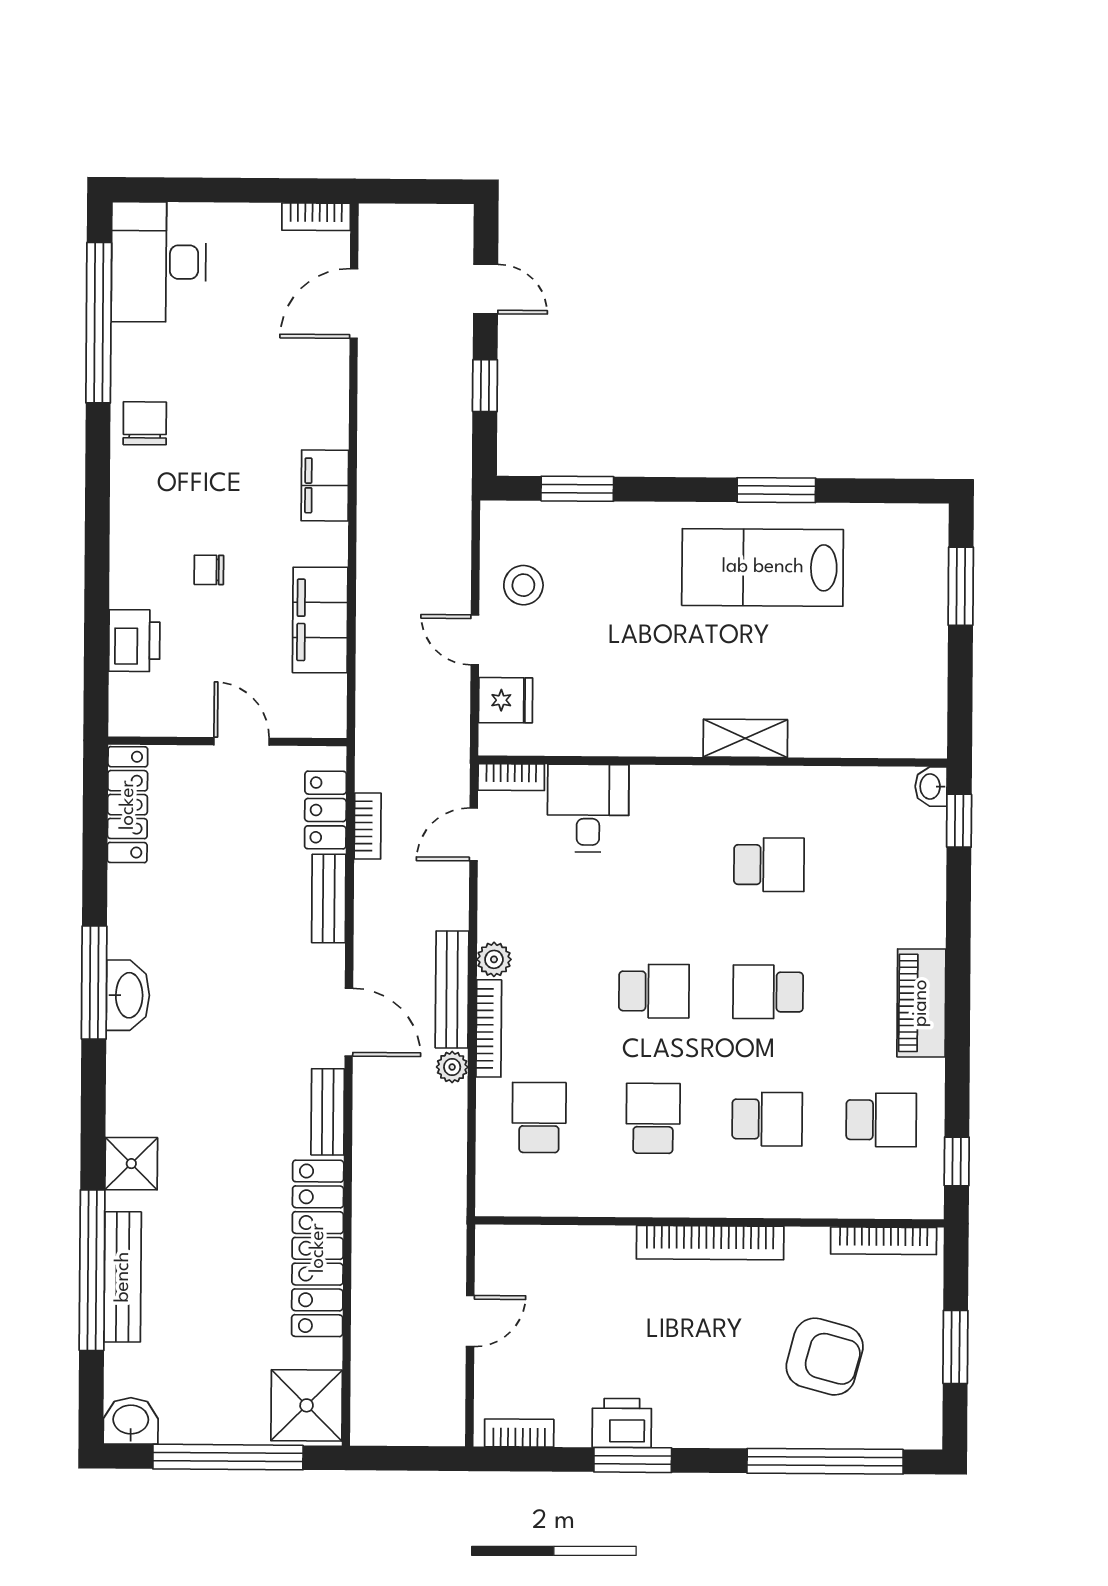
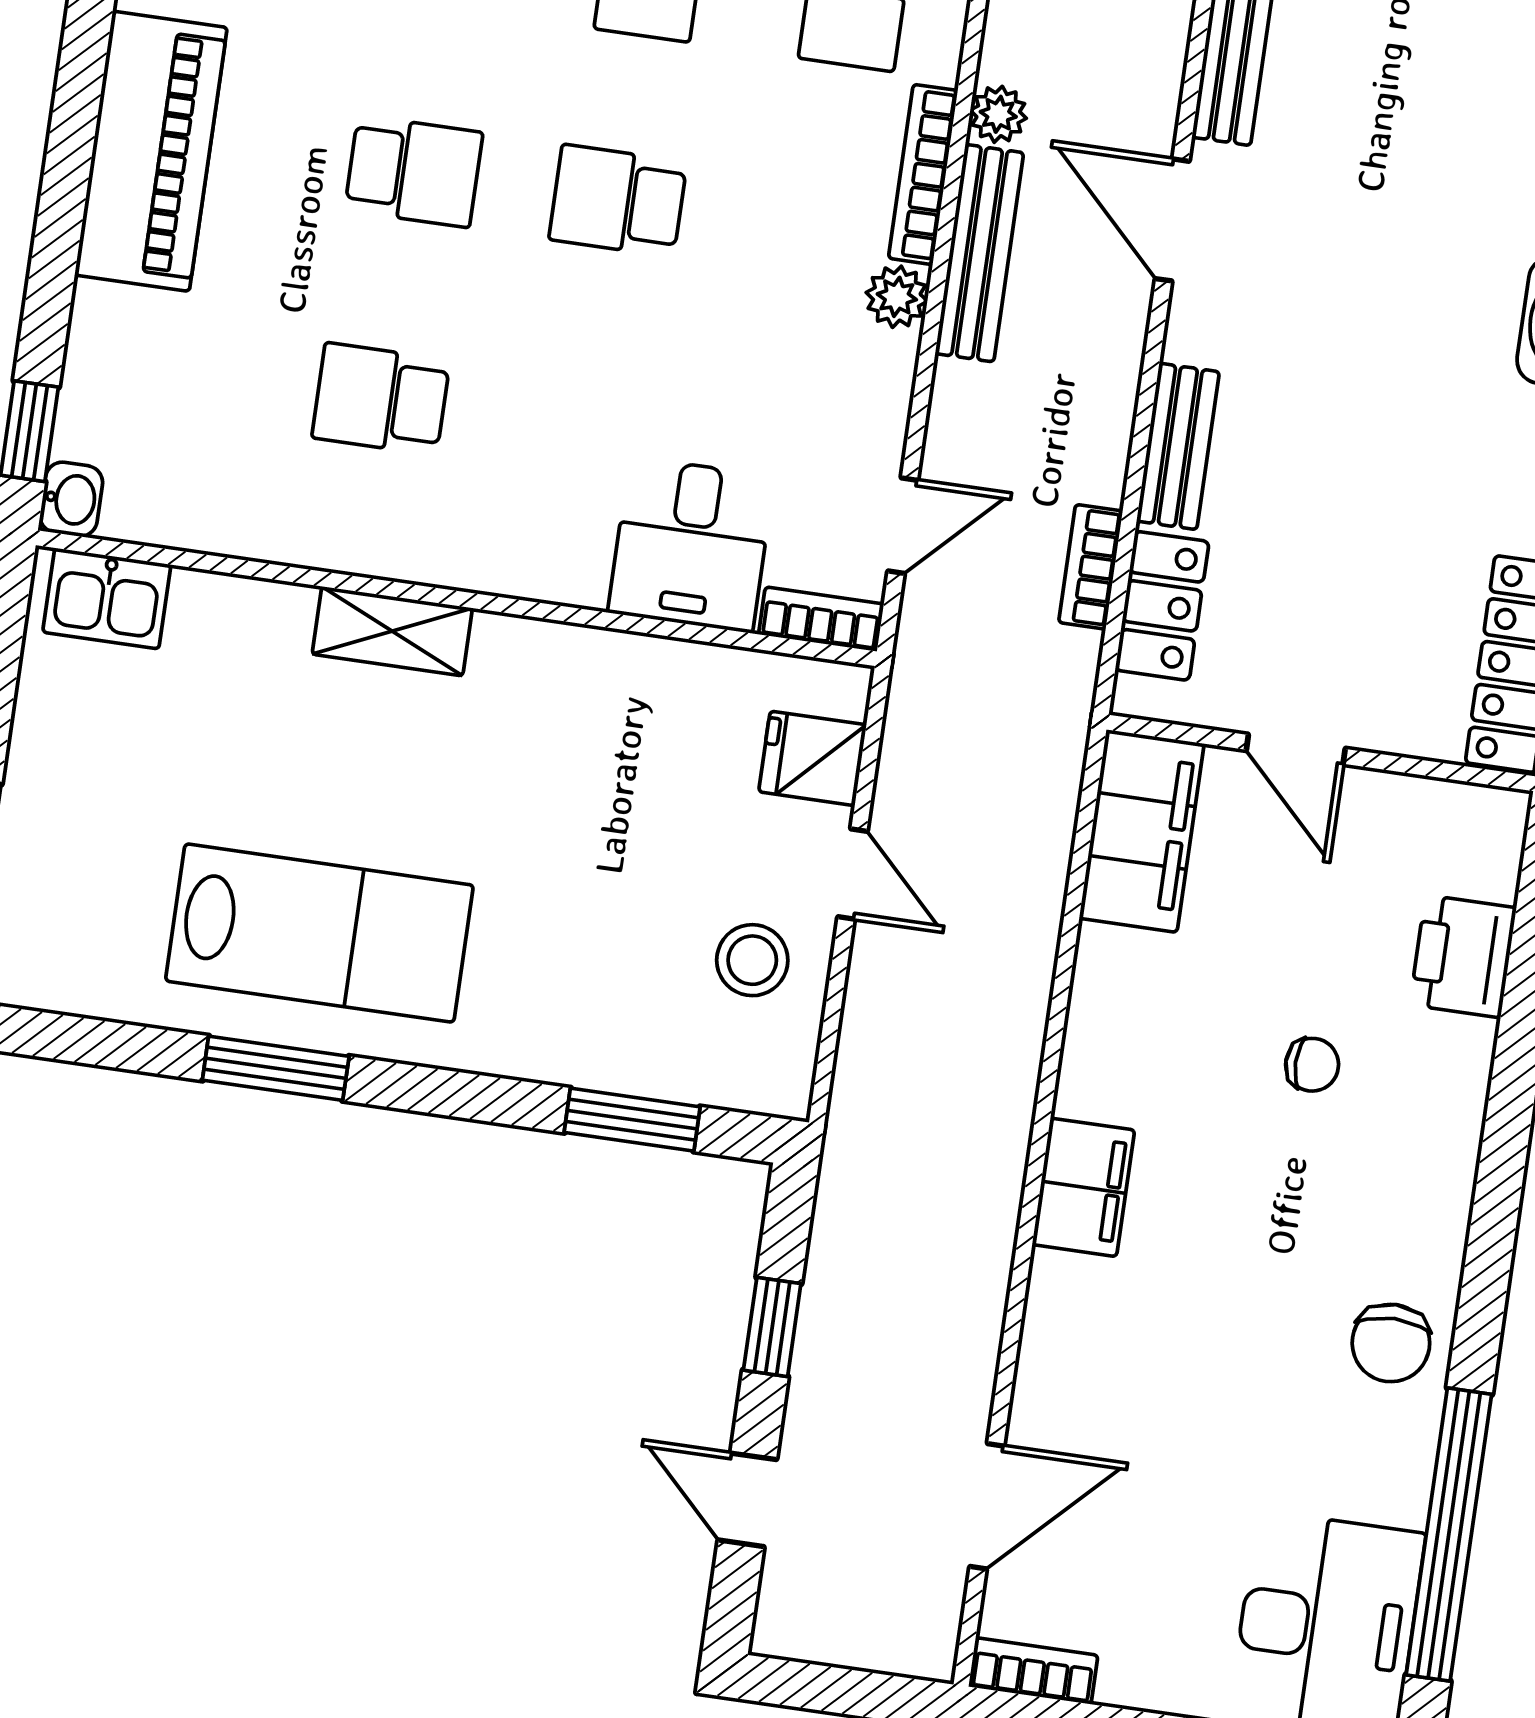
filing cabinet: (320, 620) -> (1142, 831), moved
kitchen sink: (904, 735) -> (107, 598), added
piano: (921, 1003) -> (151, 151), width x1.37, depth x1.33

